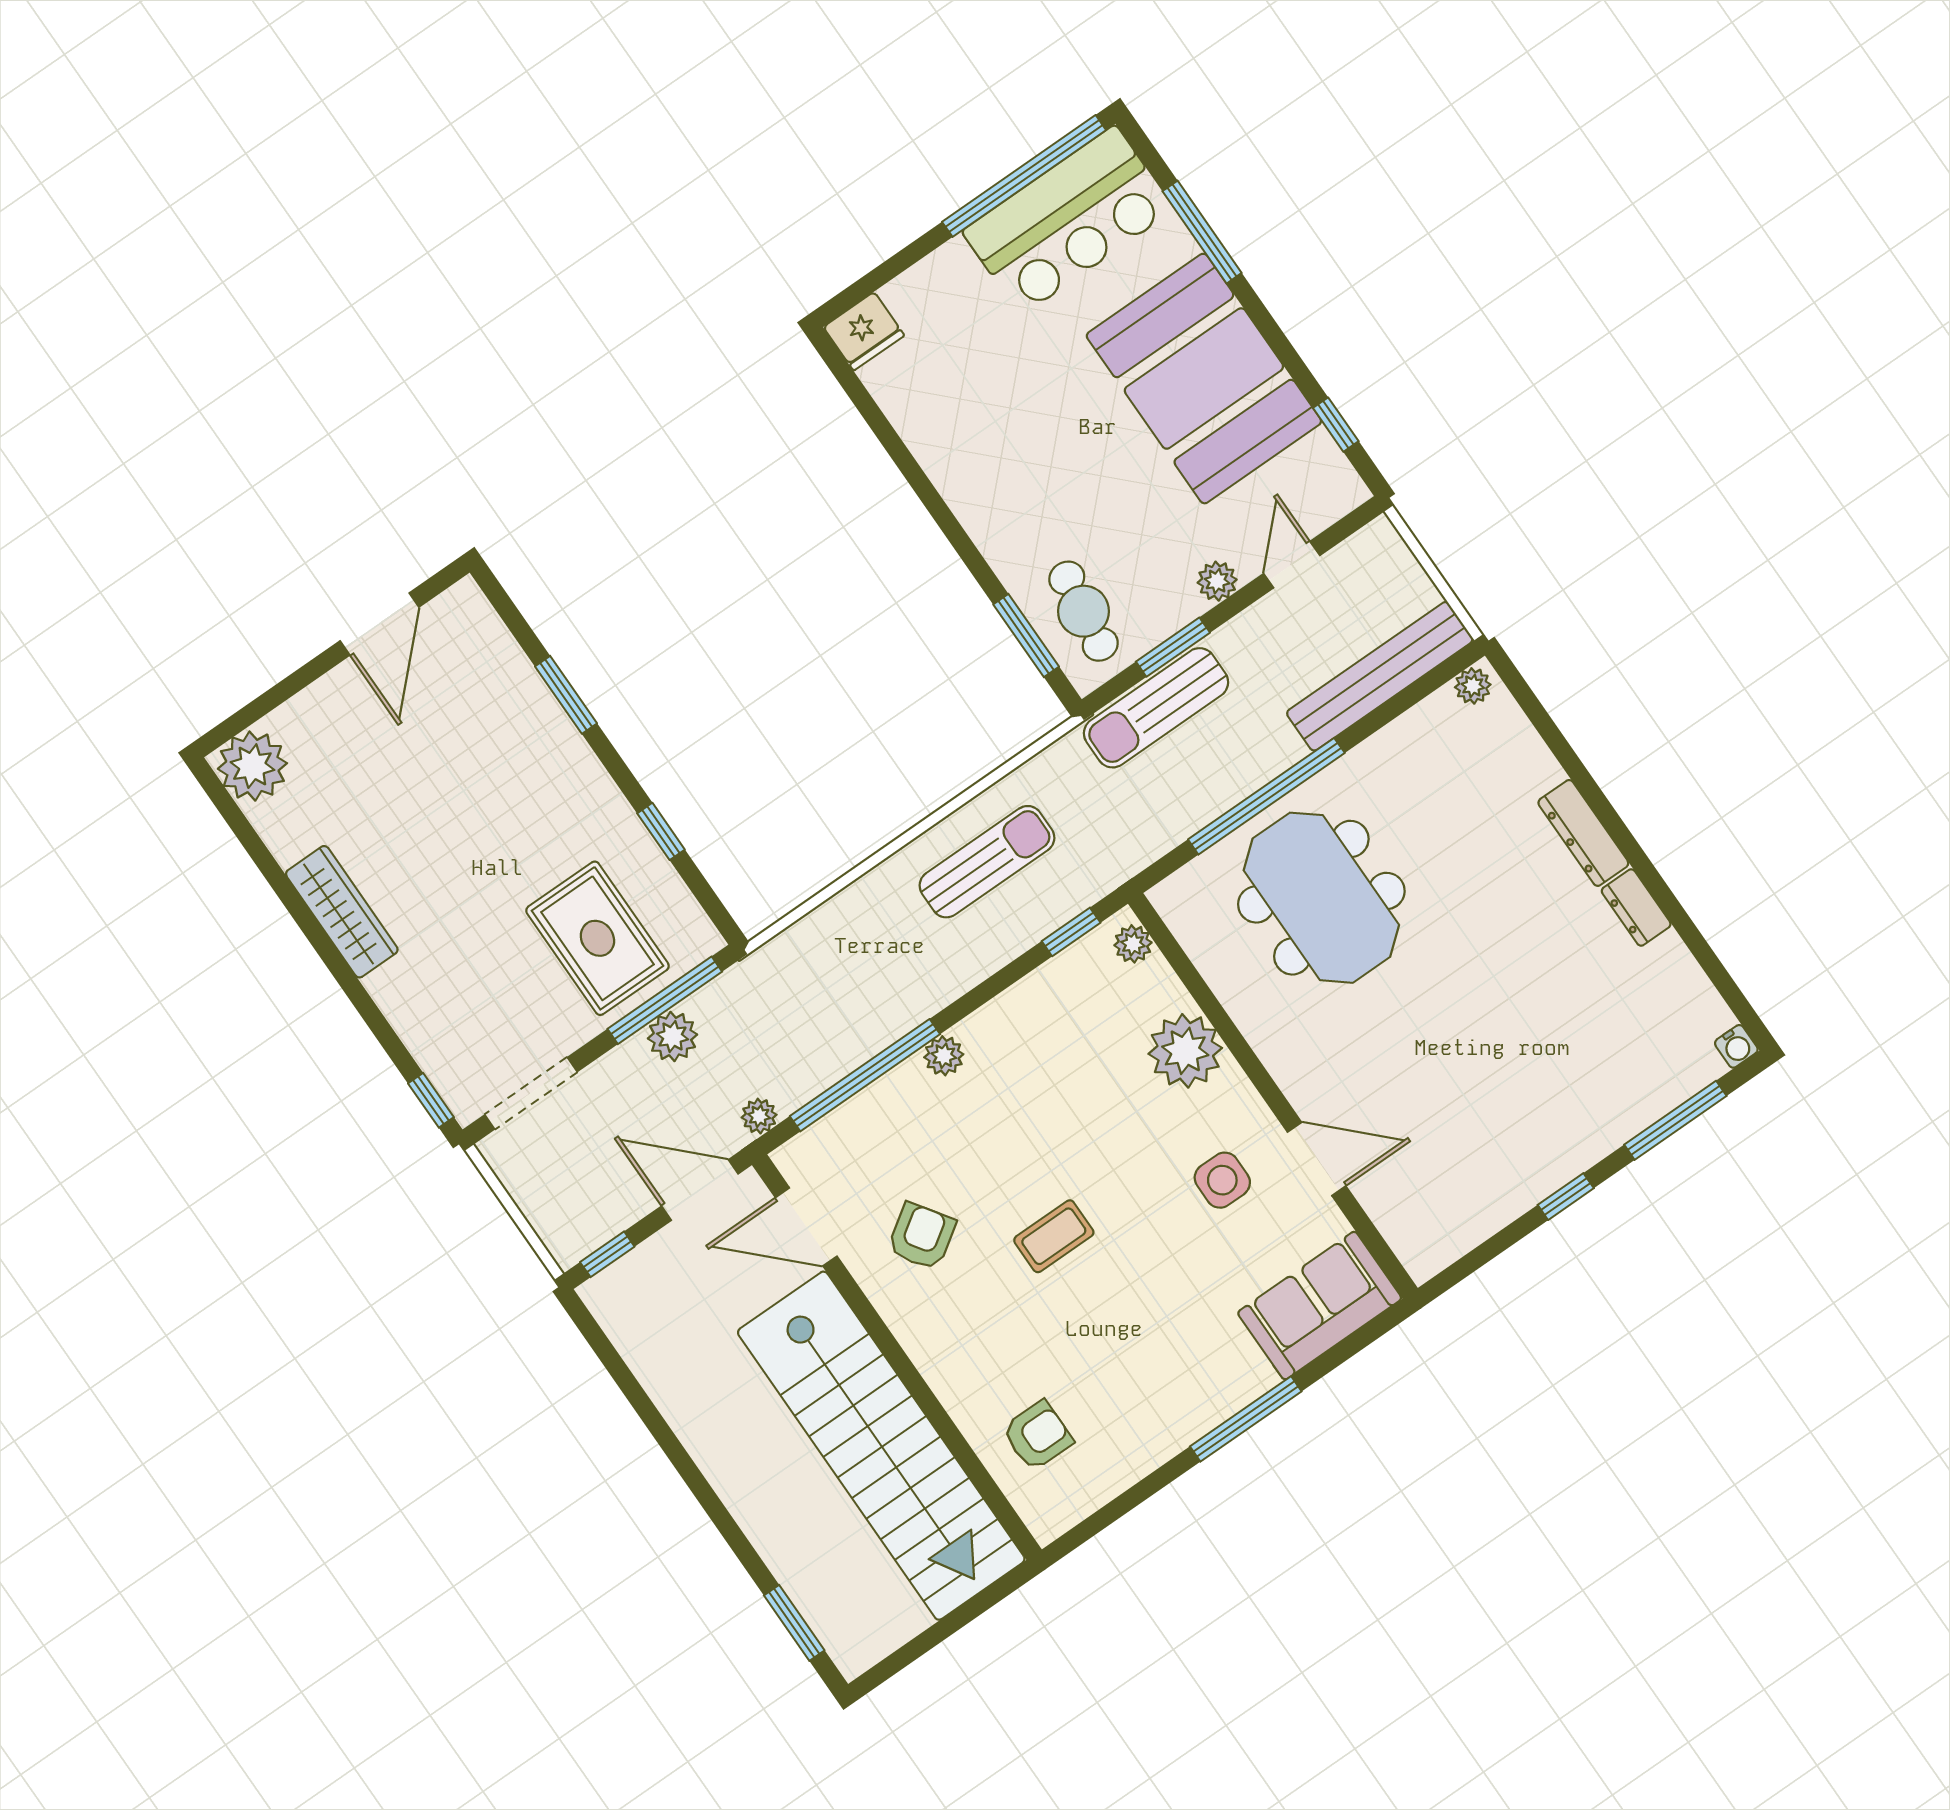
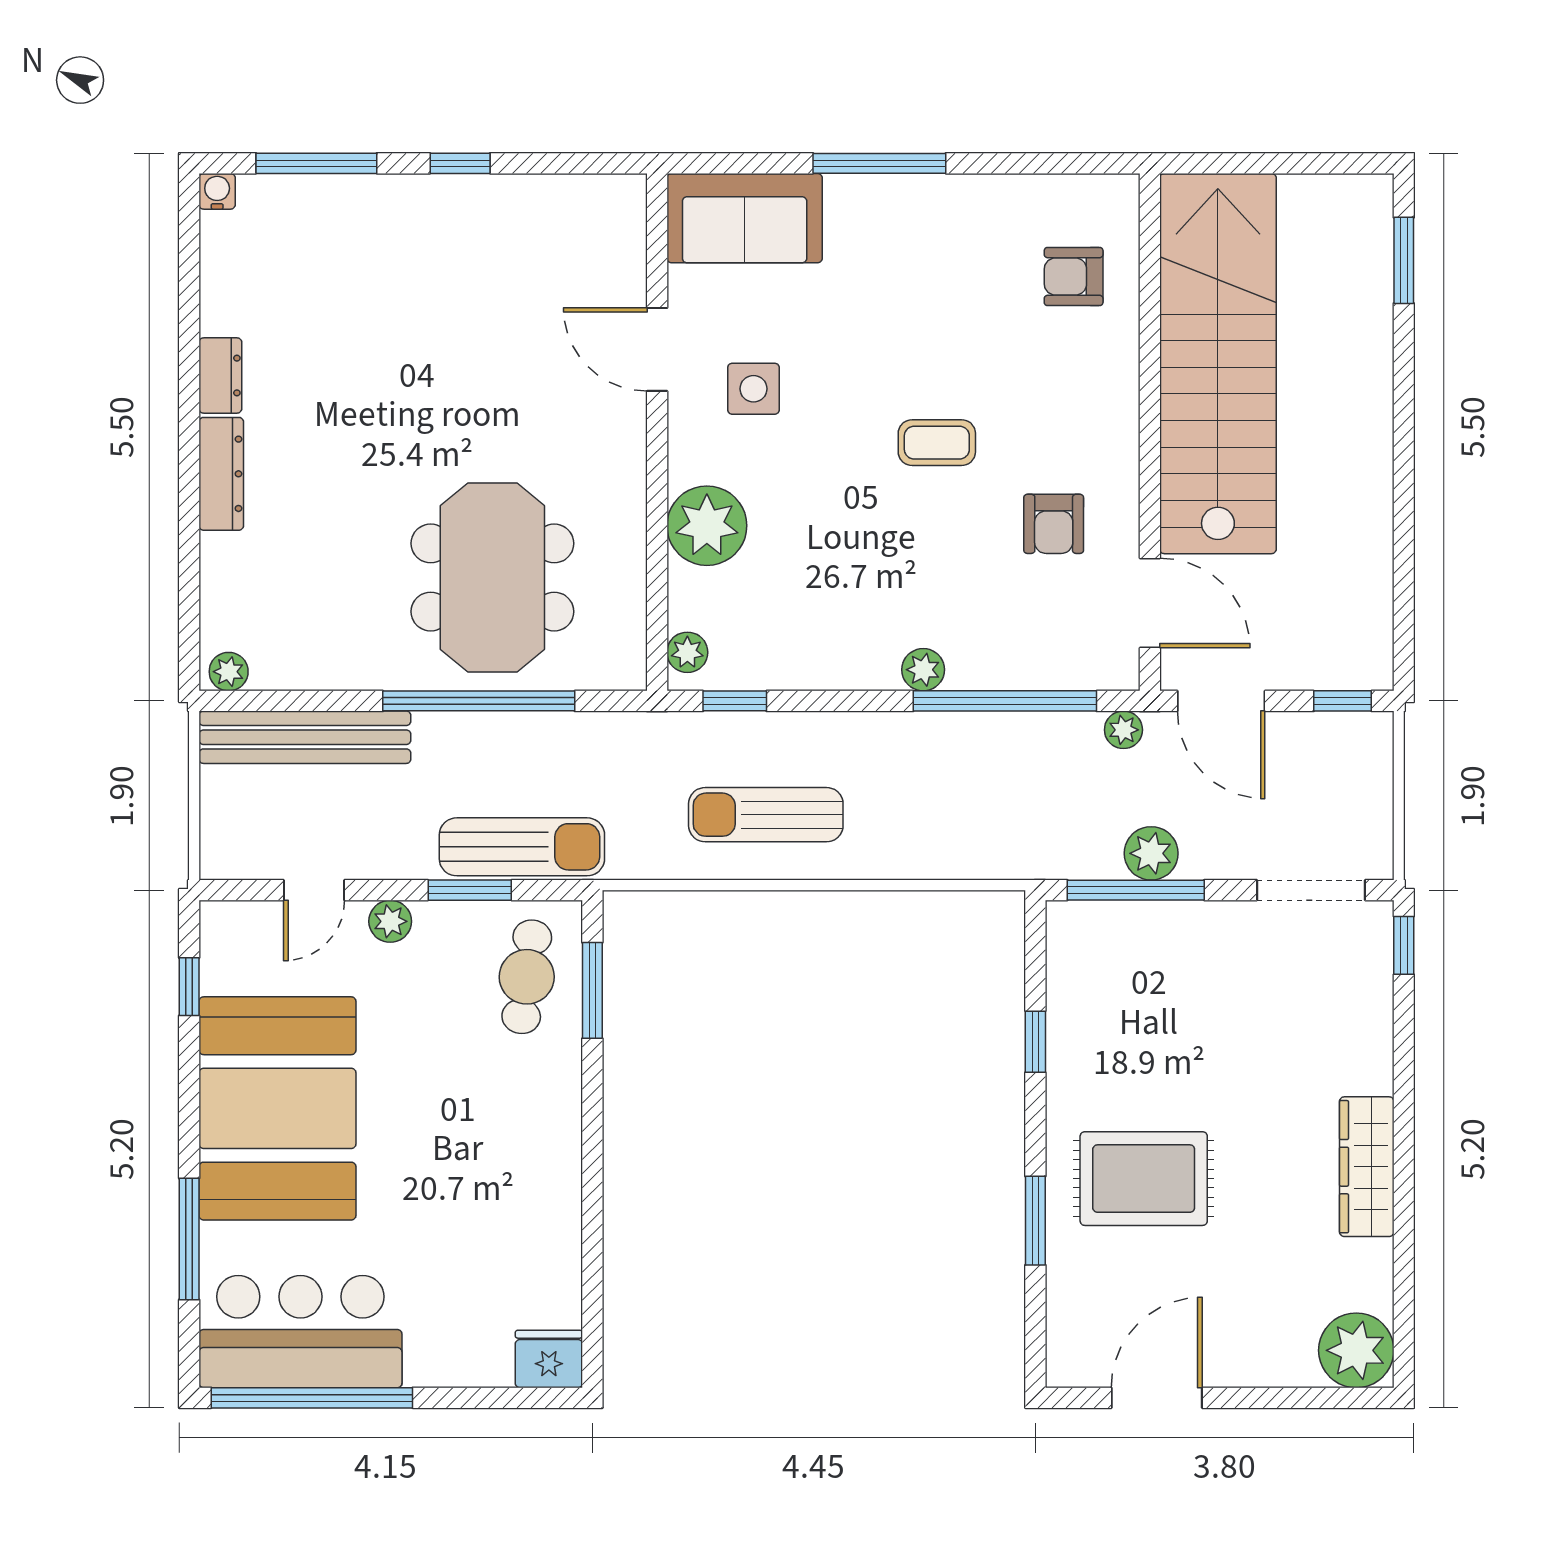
rug: (597, 938) -> (1144, 1179), moved, turned 90
armchair: (922, 1236) -> (1054, 524), turned -56

